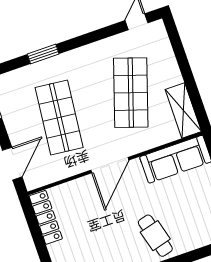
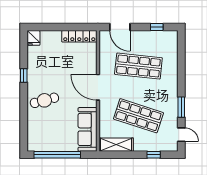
window: (179, 52) -> (154, 155), added
window: (43, 54) -> (181, 107), moved

